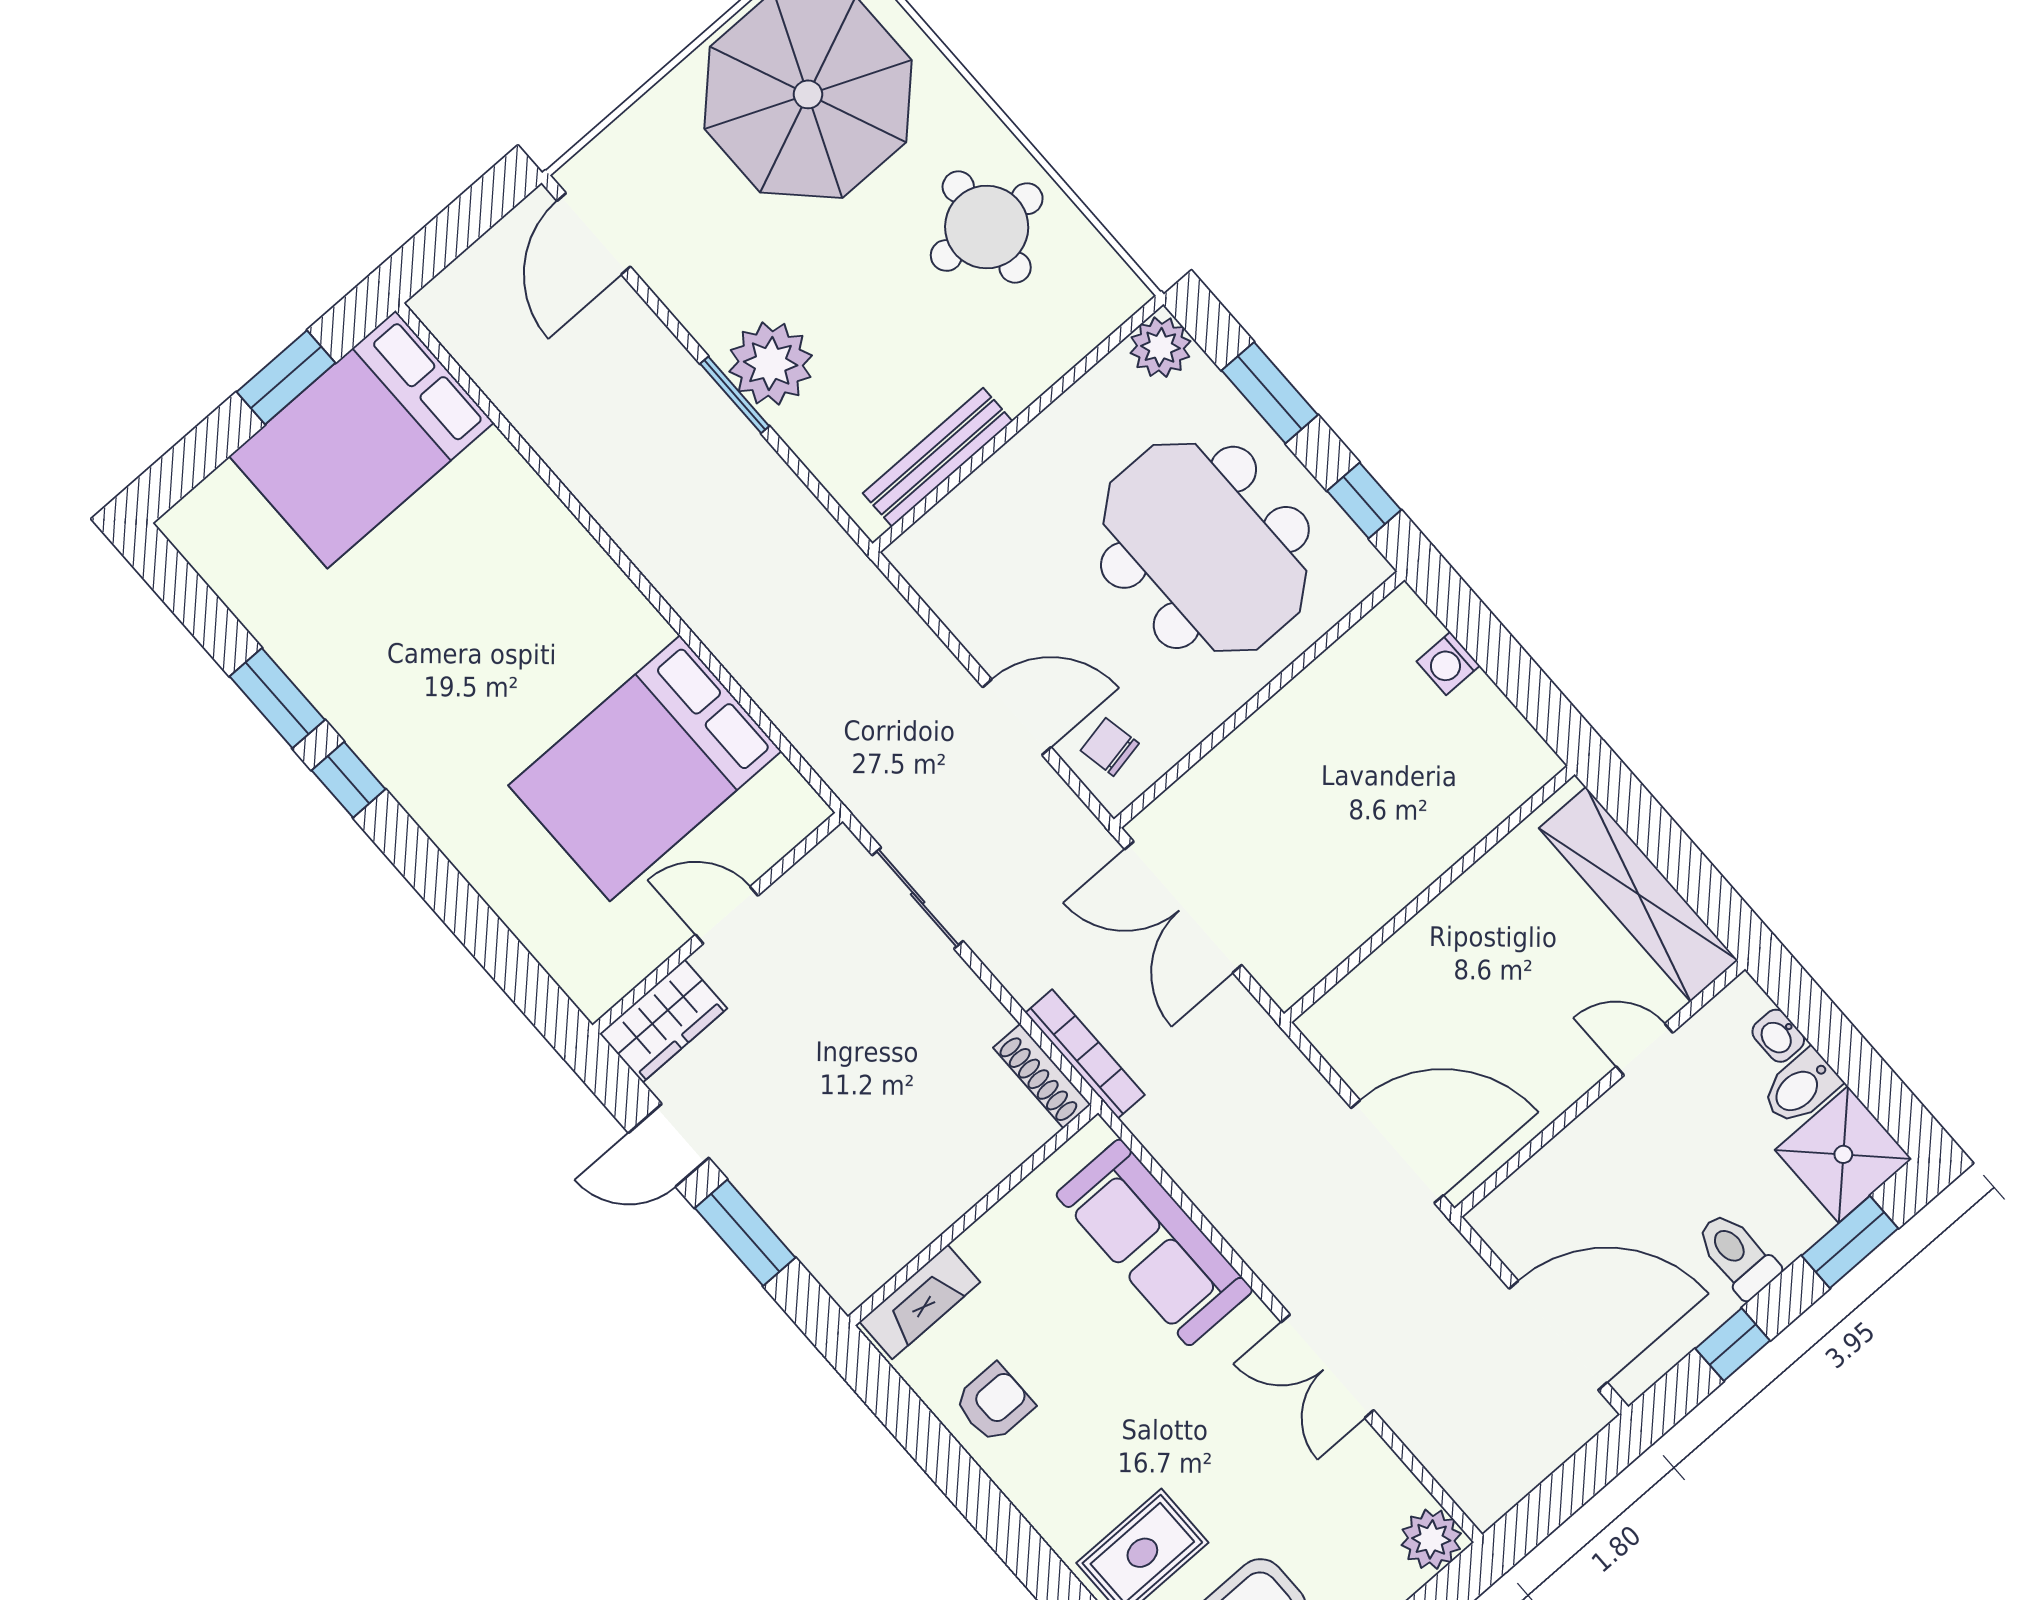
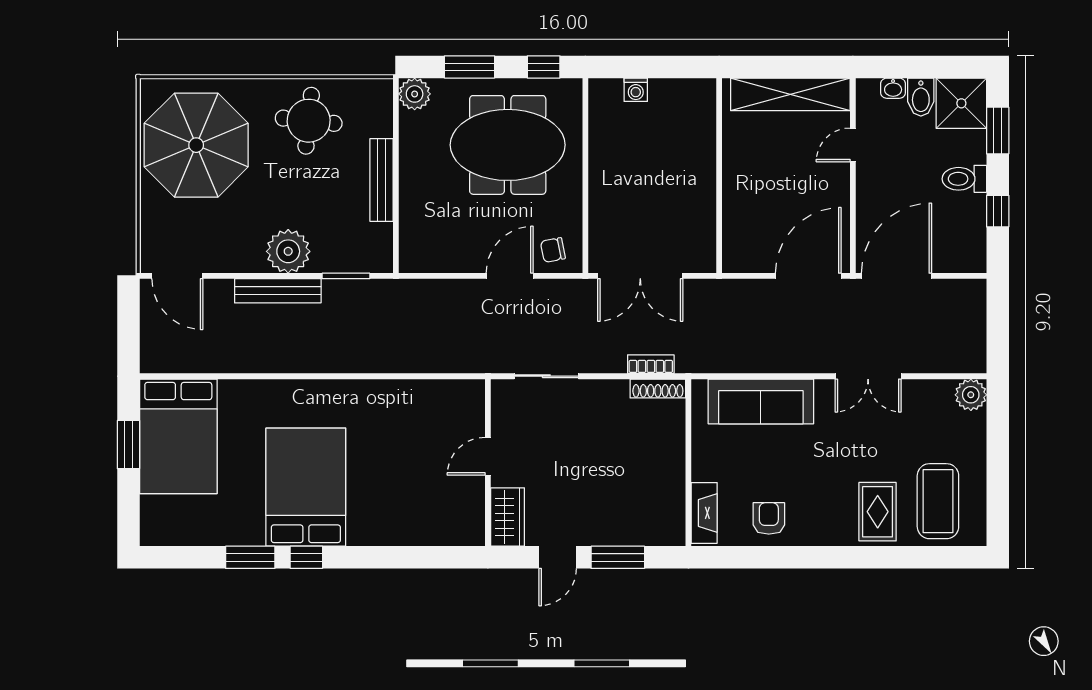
window: (735, 395) -> (346, 276), moved
bench: (700, 399) -> (278, 291), added
bench: (938, 457) -> (382, 180), moved
bed: (645, 768) -> (306, 487), moved, turned 180
bookcase: (1085, 1054) -> (651, 364), width x0.64
door: (1558, 1335) -> (896, 276), moved

